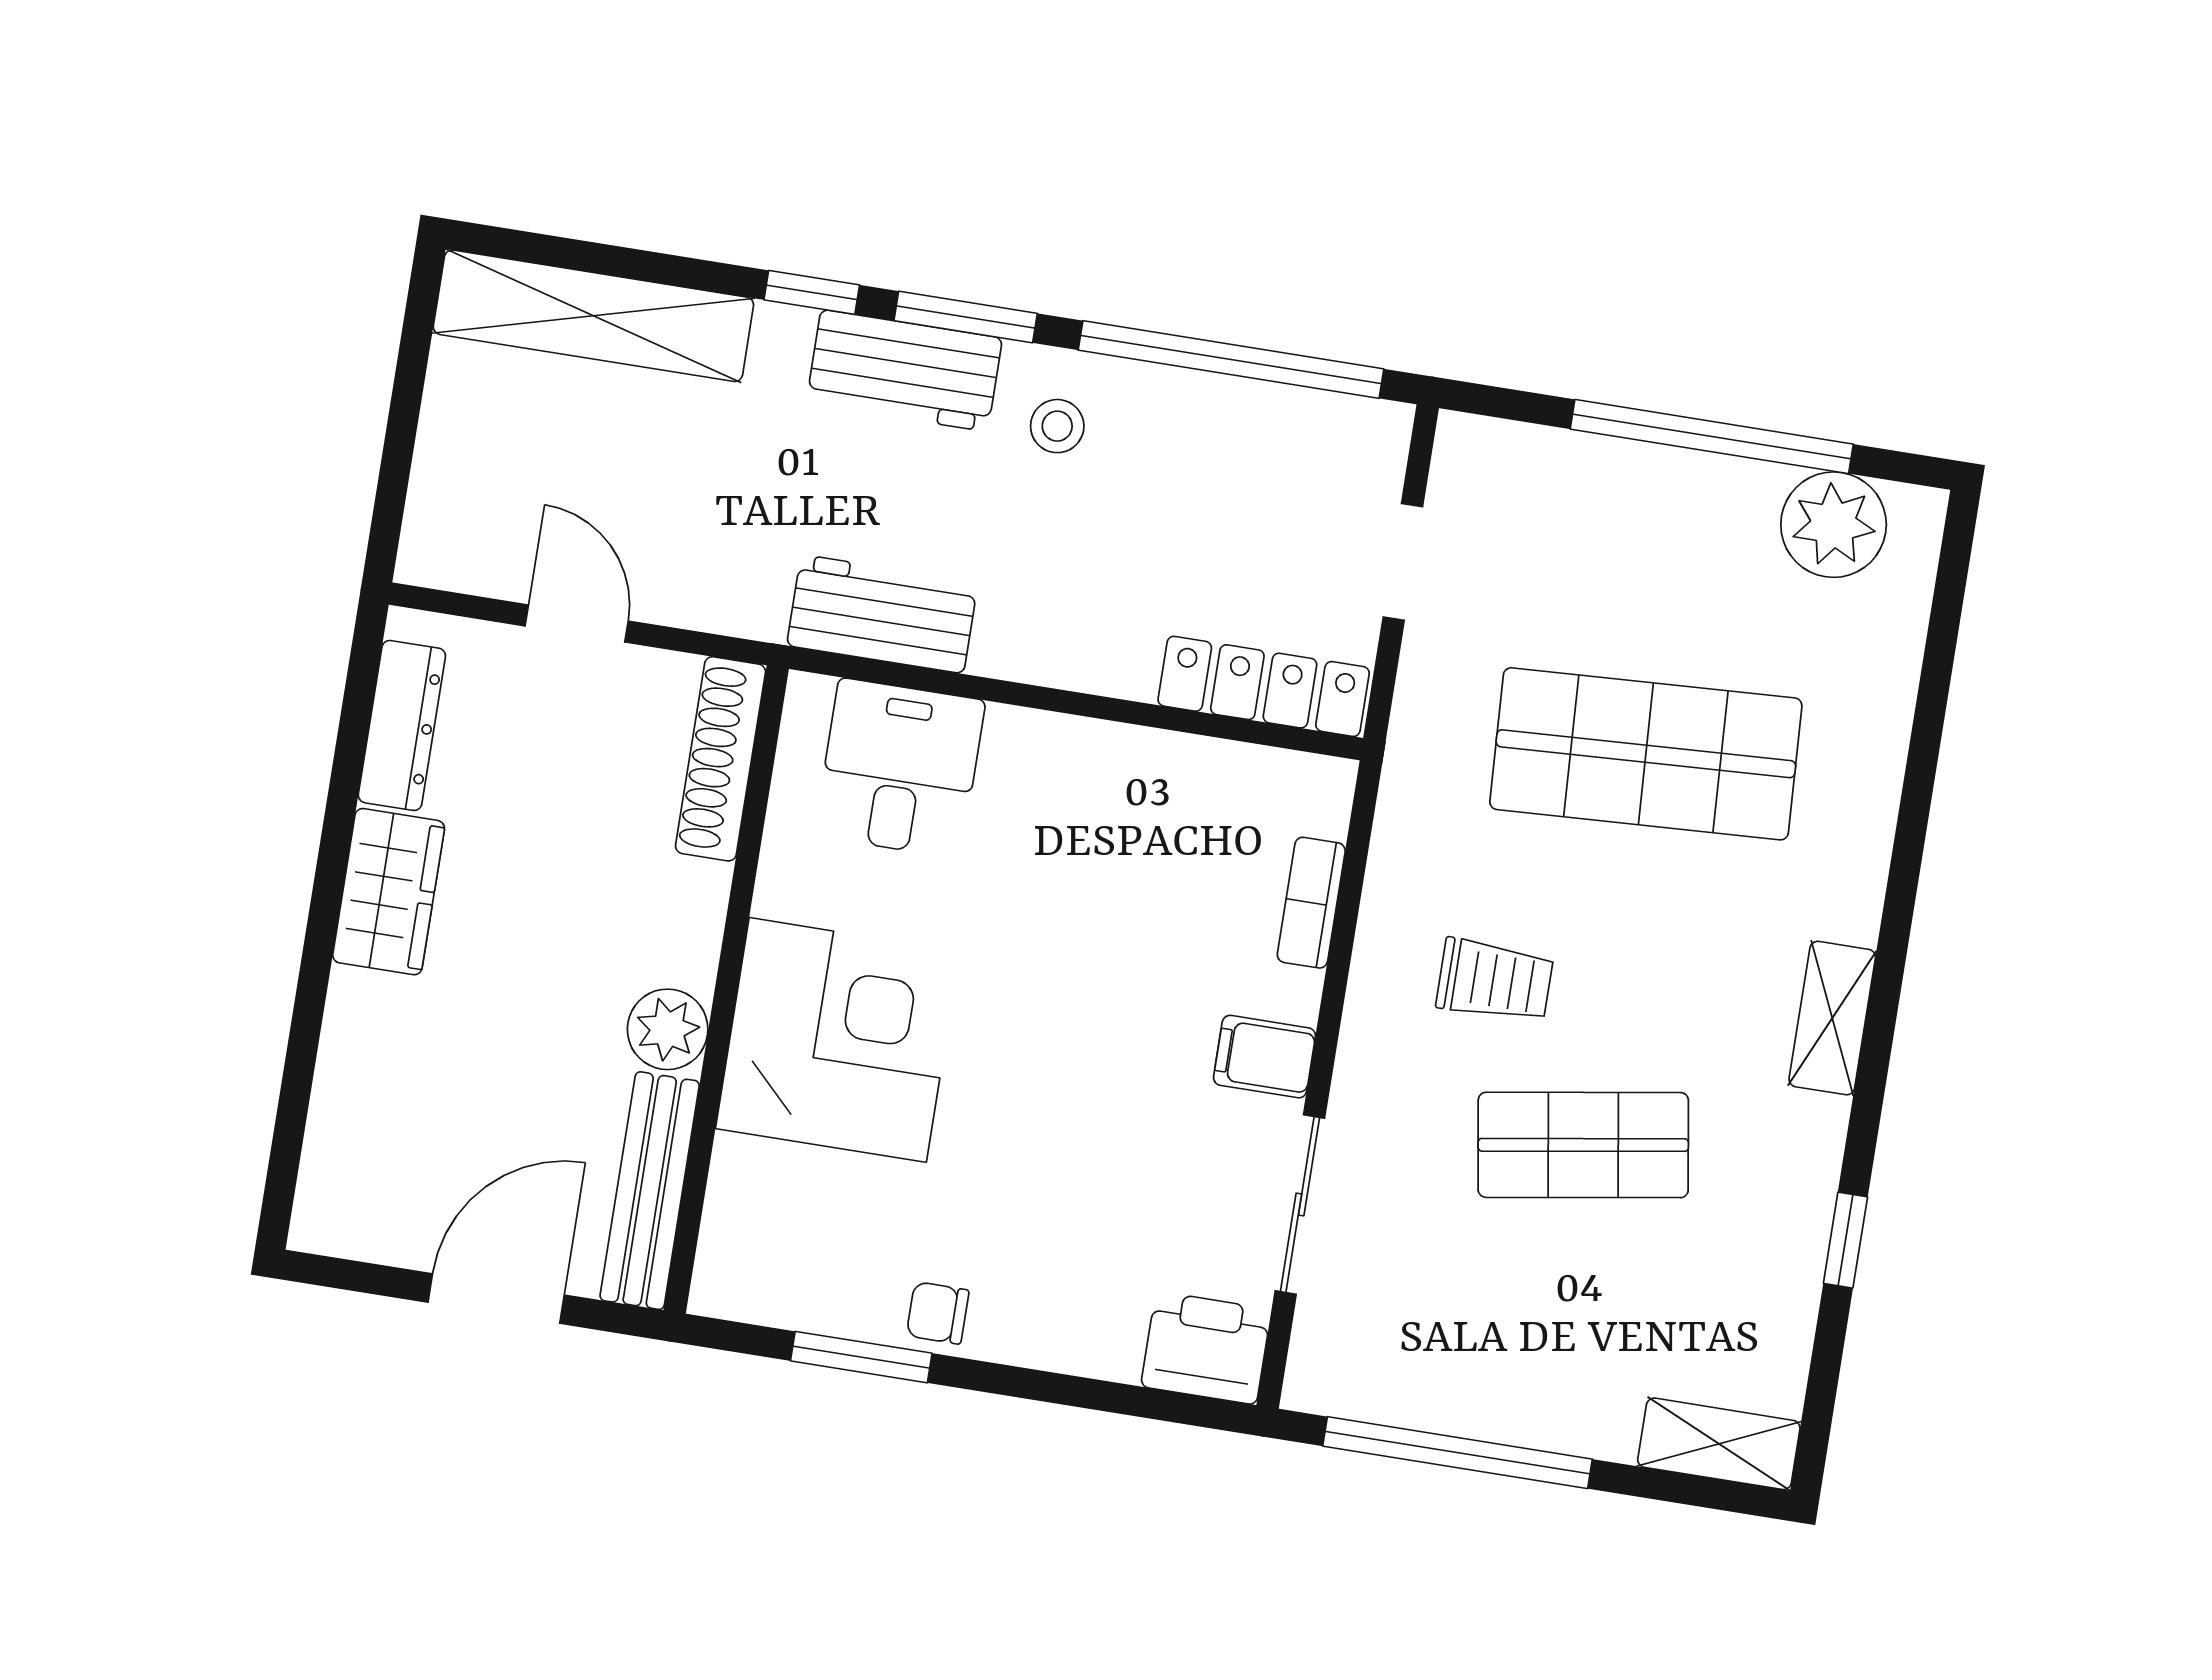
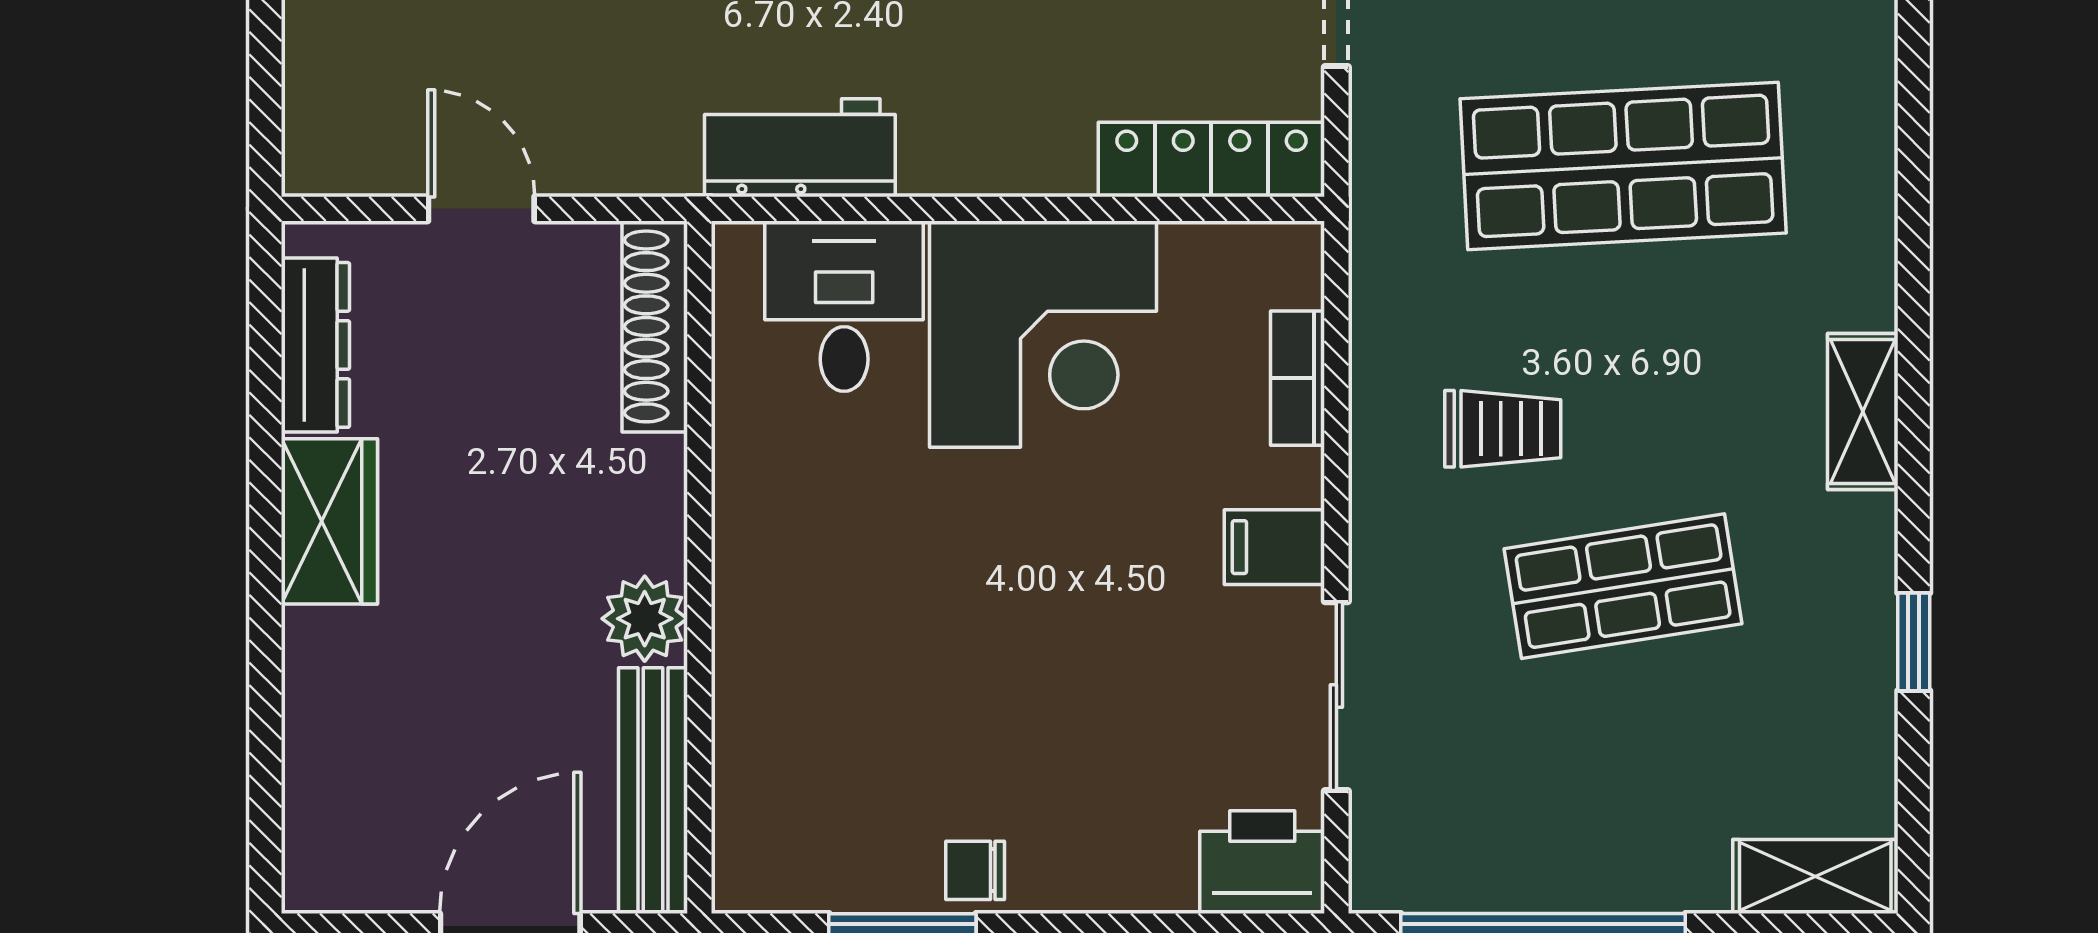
corner desk: (838, 1040) -> (1043, 334), moved, turned 90

